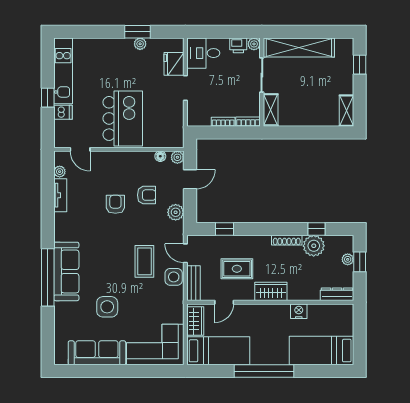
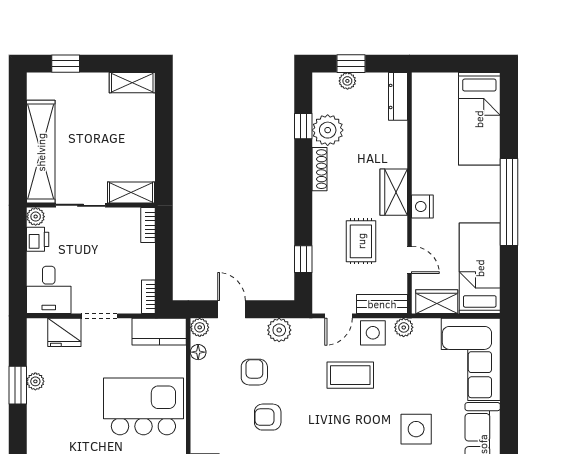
bookcase: (223, 122) -> (148, 297), moved
kitchen counter: (175, 129) -> (159, 332), added
plant: (177, 298) -> (404, 327), added
nightstand: (299, 311) -> (422, 207), moved

